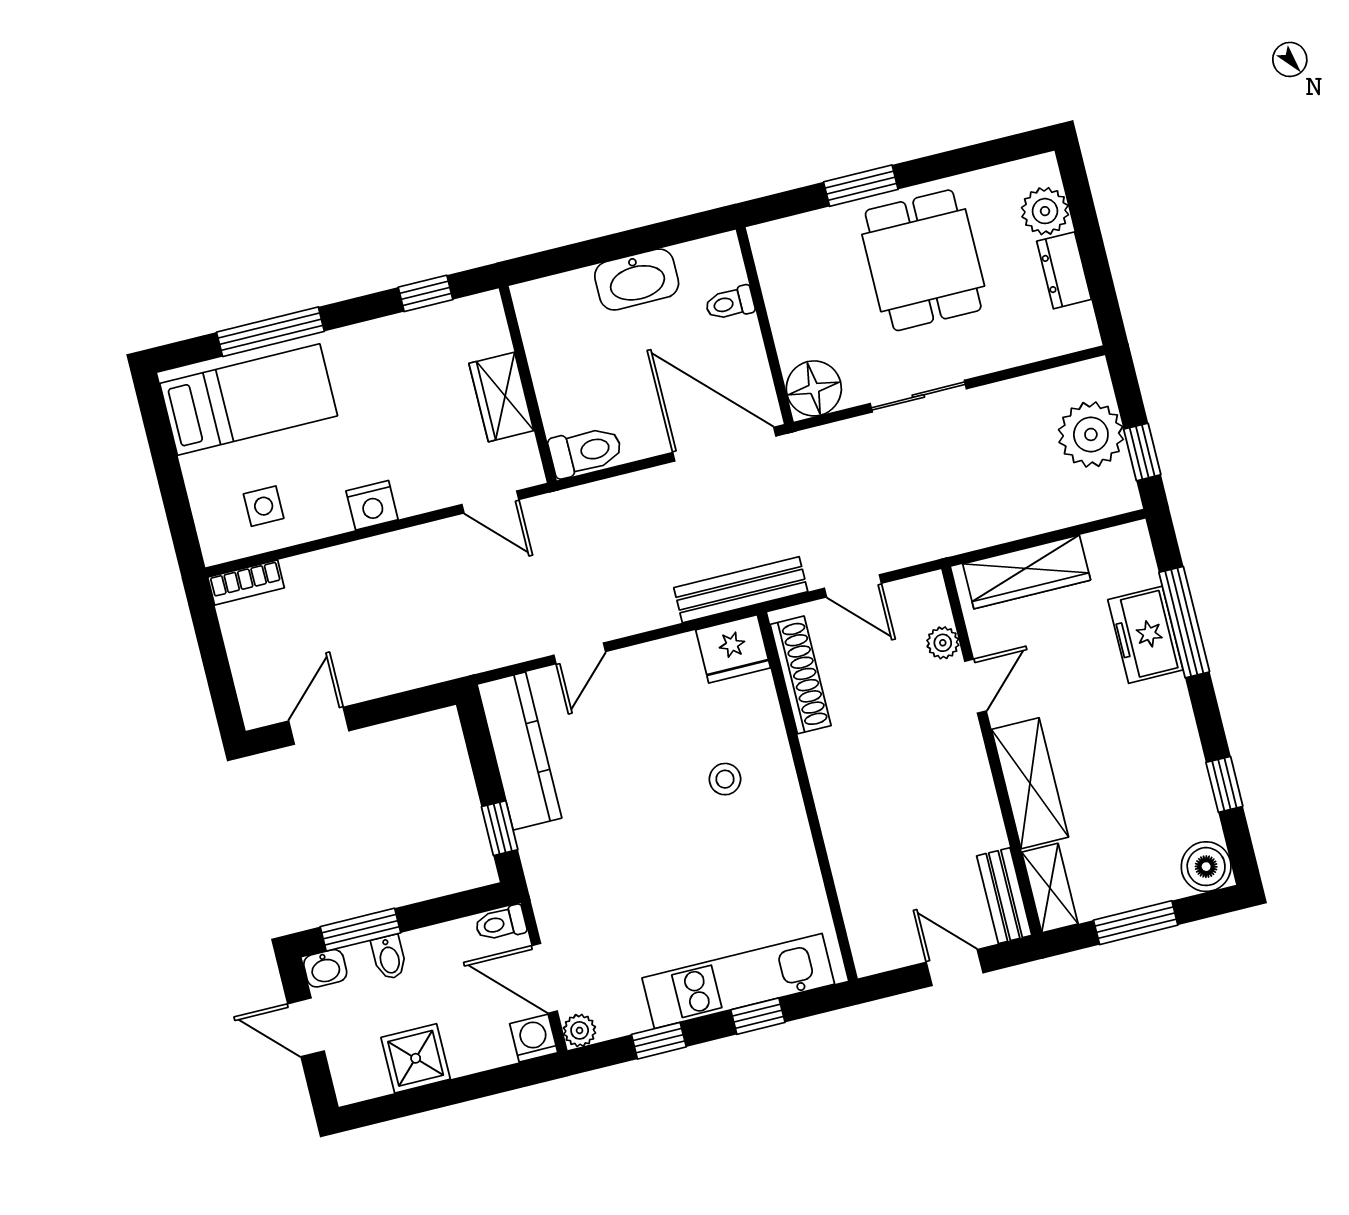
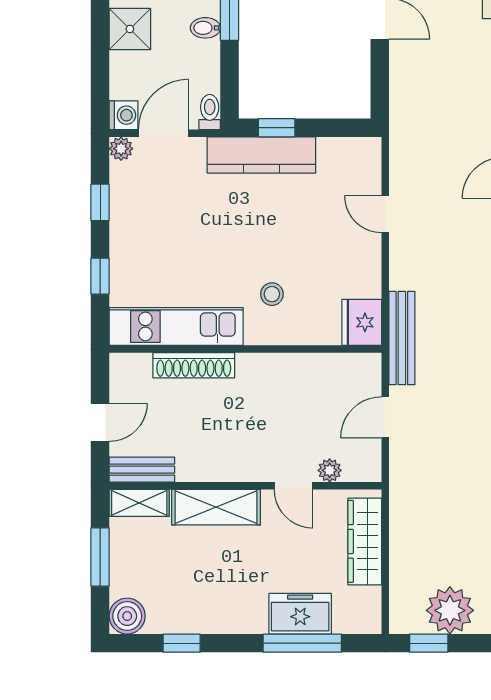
shoe rack: (801, 675) -> (194, 365), moved
kitchen counter: (519, 751) -> (261, 155), moved
kitchen unit: (738, 981) -> (176, 326), moved, turned -90

